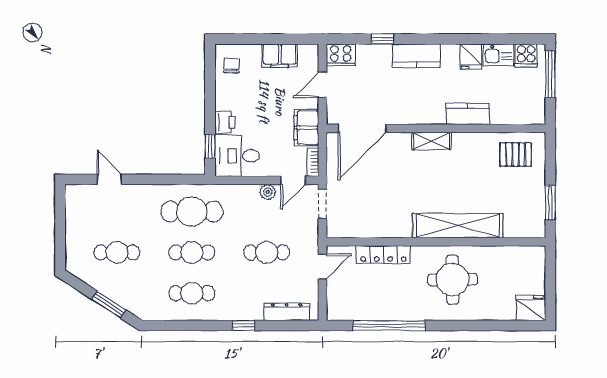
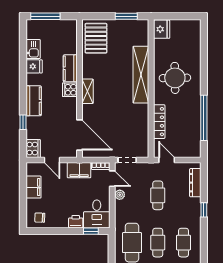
cooker: (526, 55) -> (70, 90), moved, turned 180
pallet: (516, 155) -> (96, 38), width x1.50, depth x1.42
fridge: (531, 308) -> (162, 29), moved, turned 180

